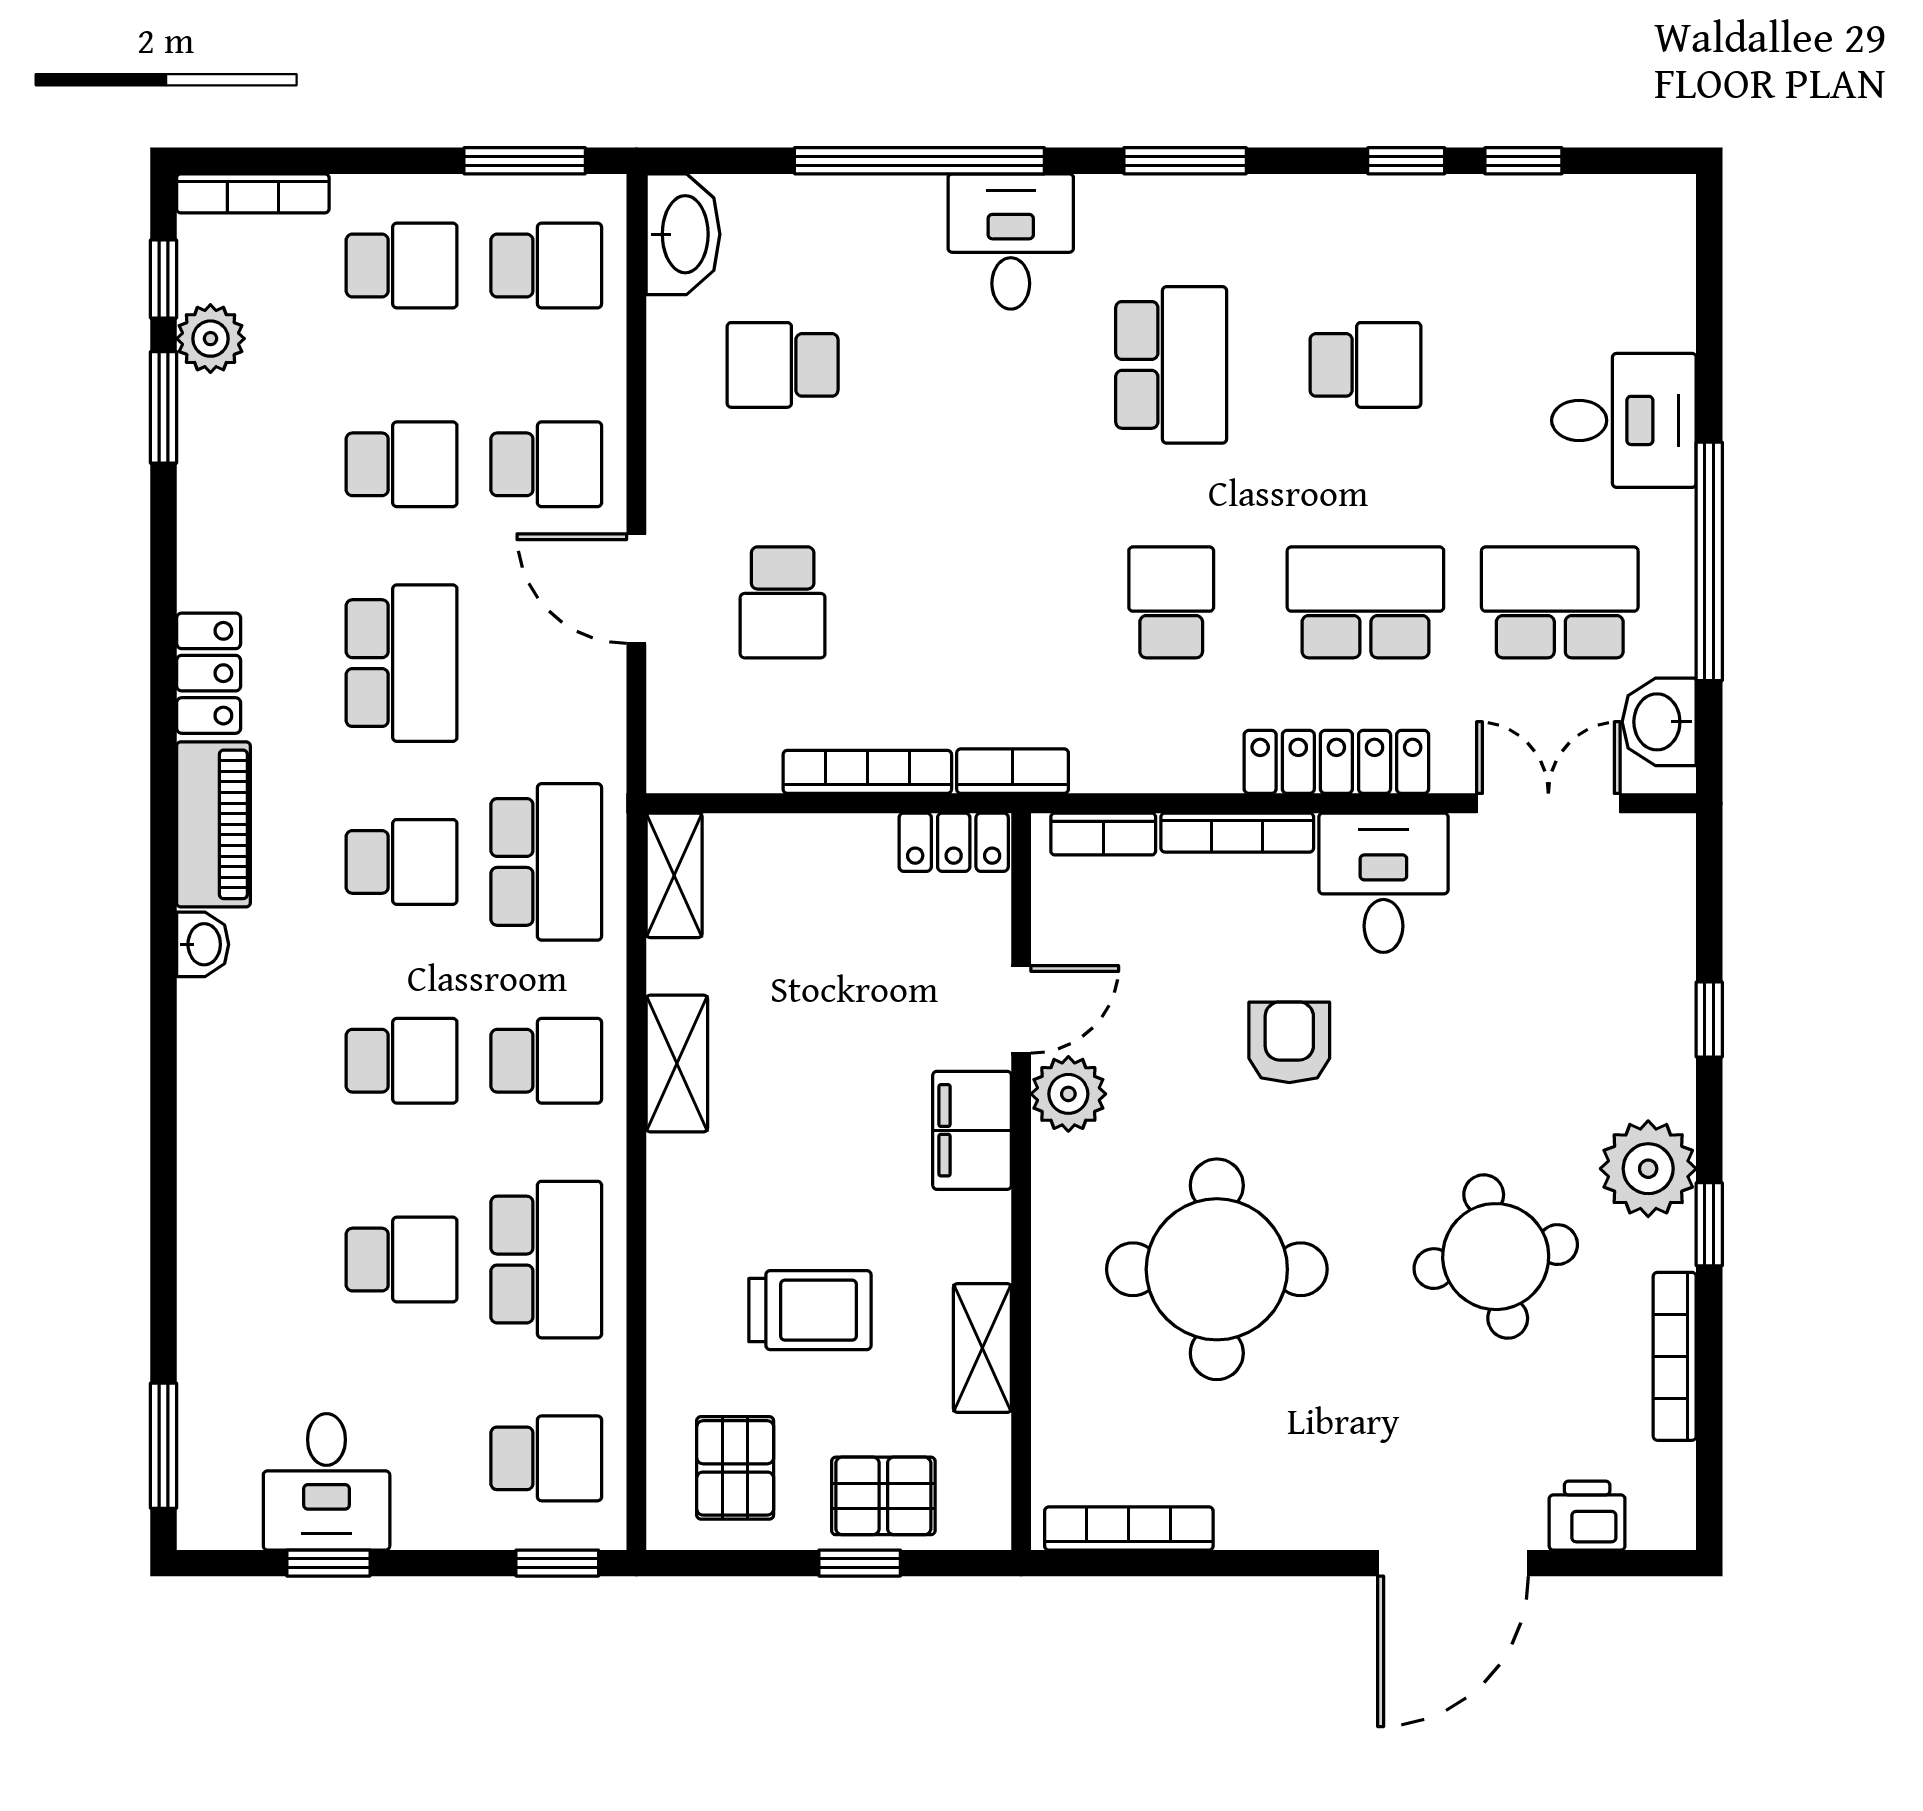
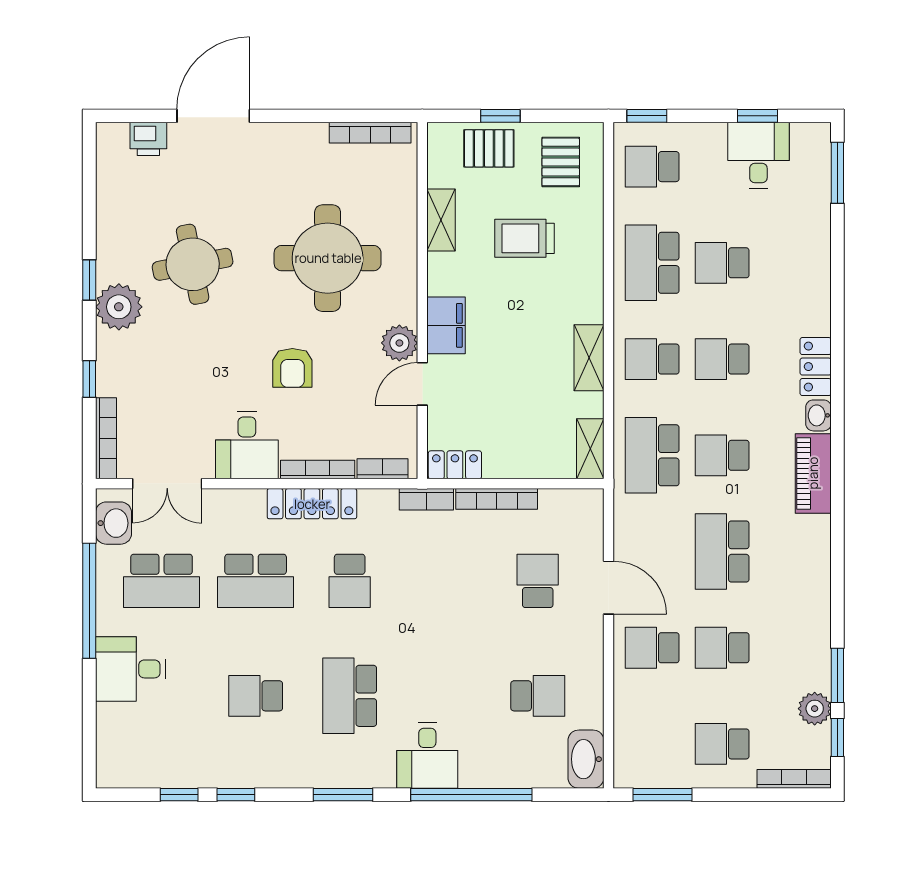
school desk: (546, 265) -> (652, 744), removed
locker: (209, 673) -> (816, 367), moved
locker: (1336, 762) -> (312, 504), moved
bookcase: (1675, 1356) -> (106, 438), moved

